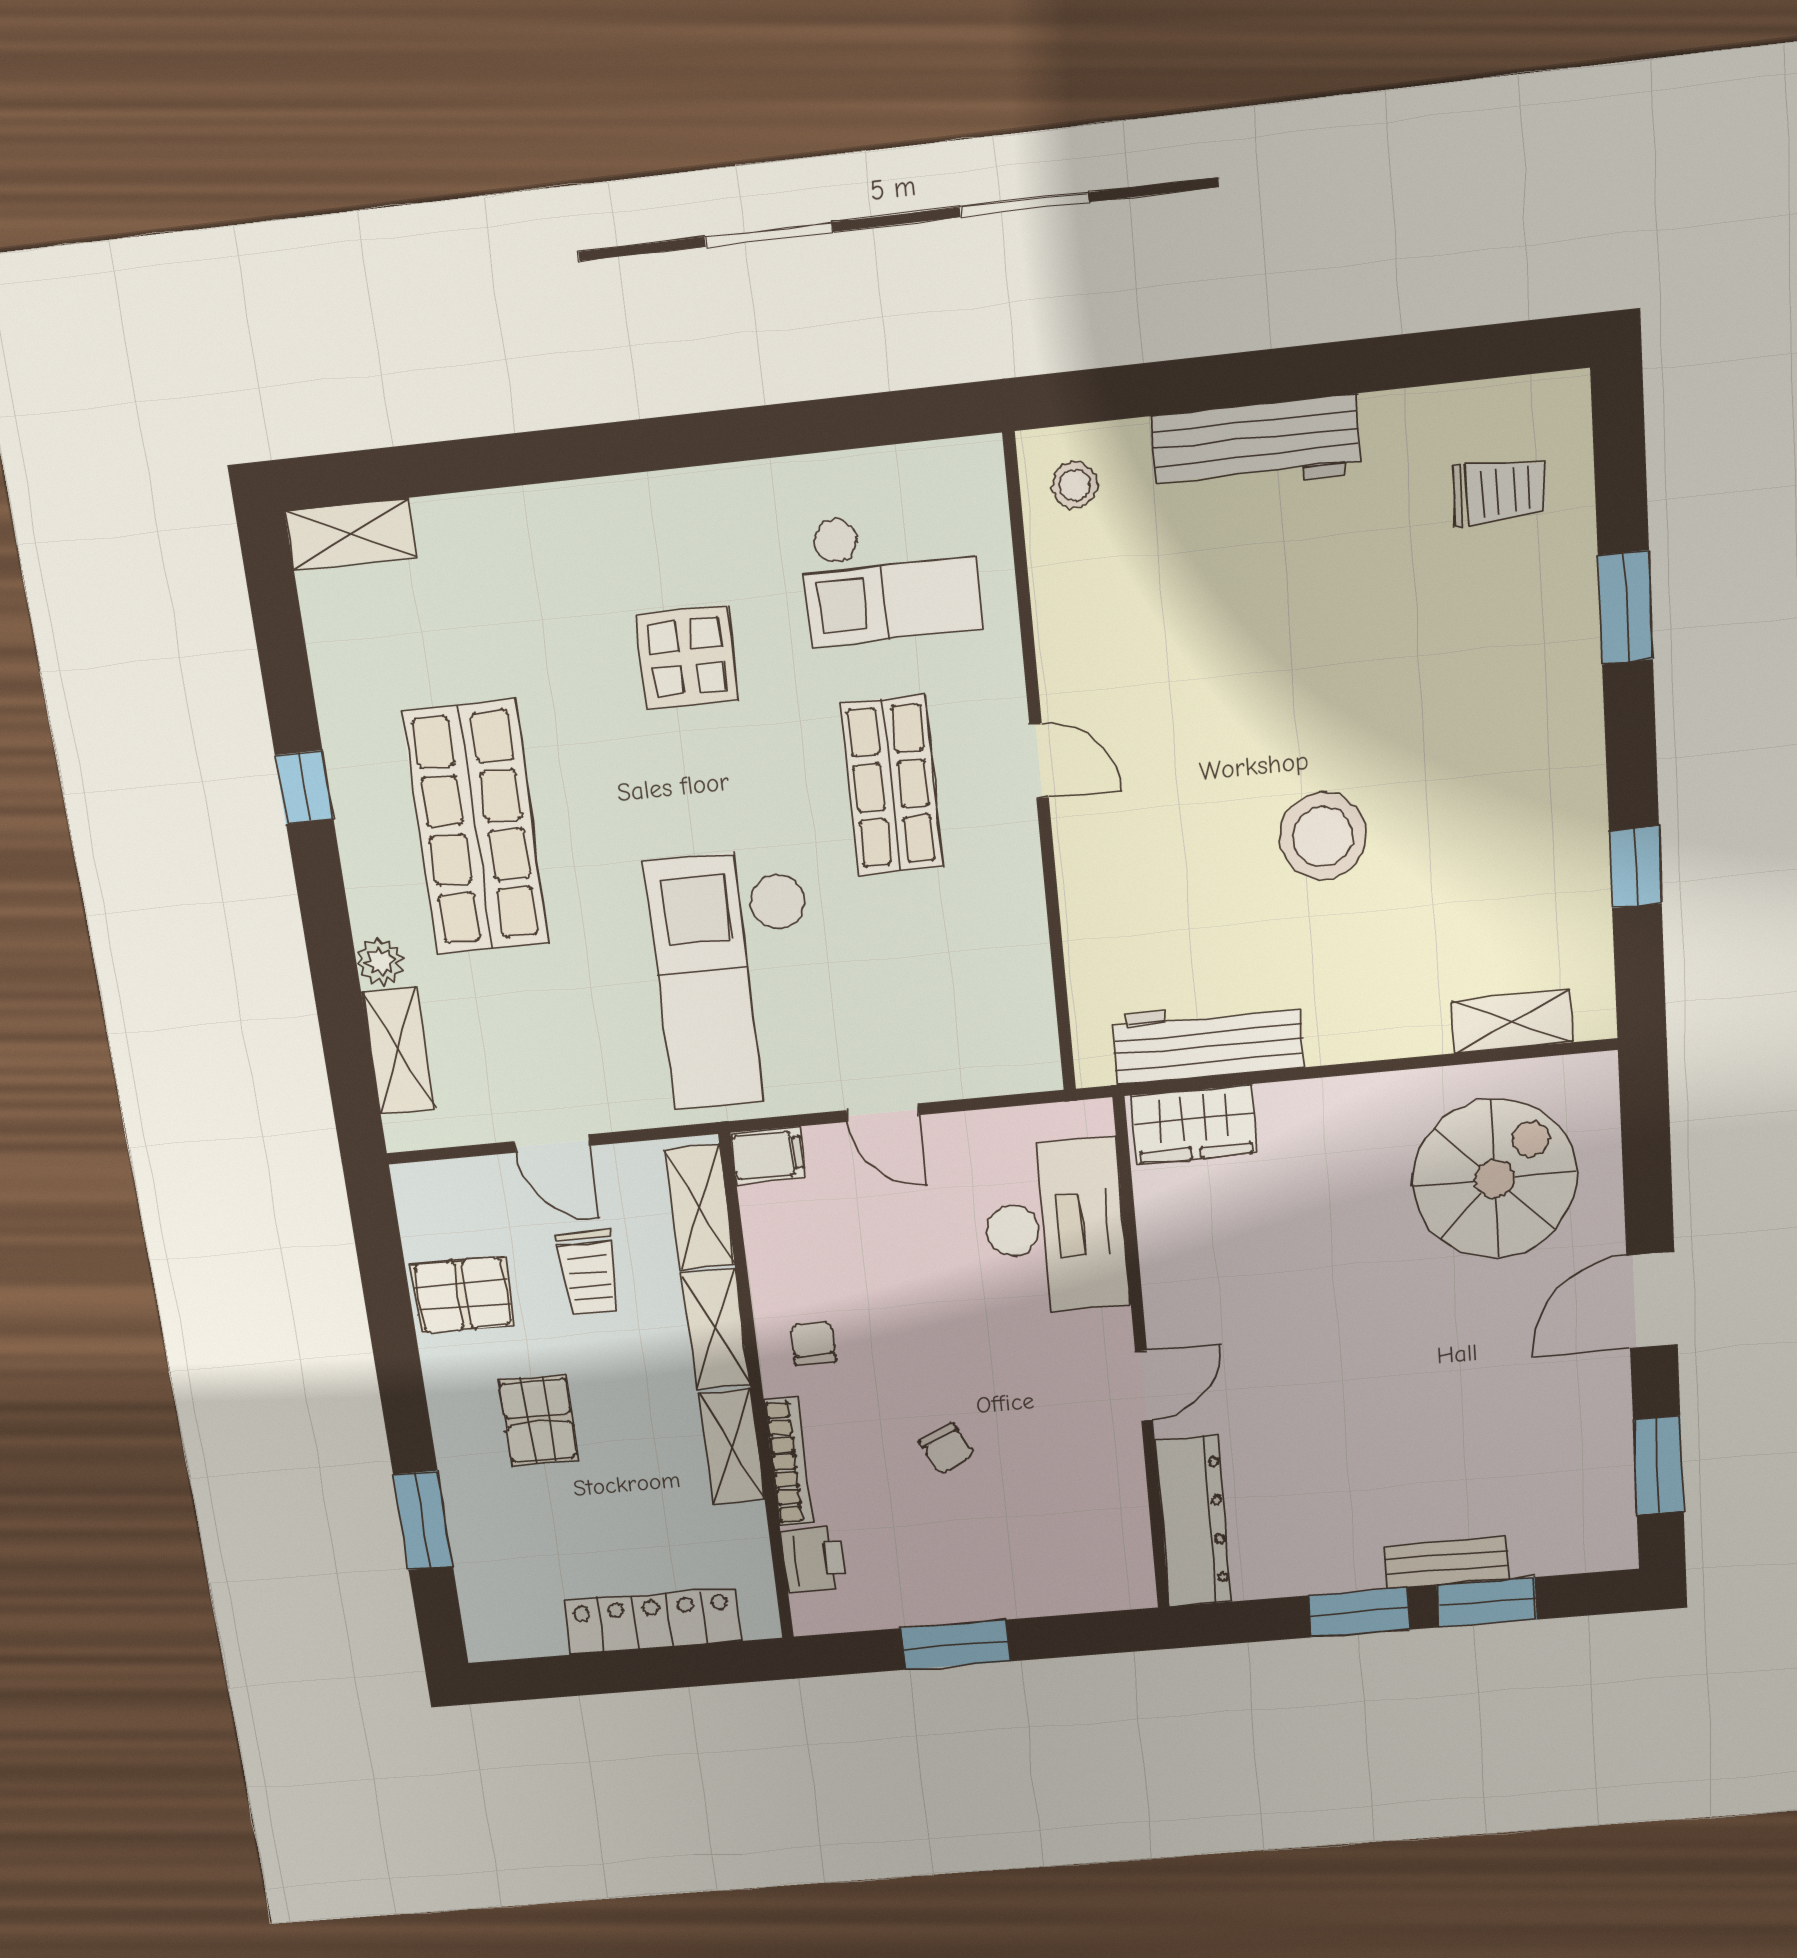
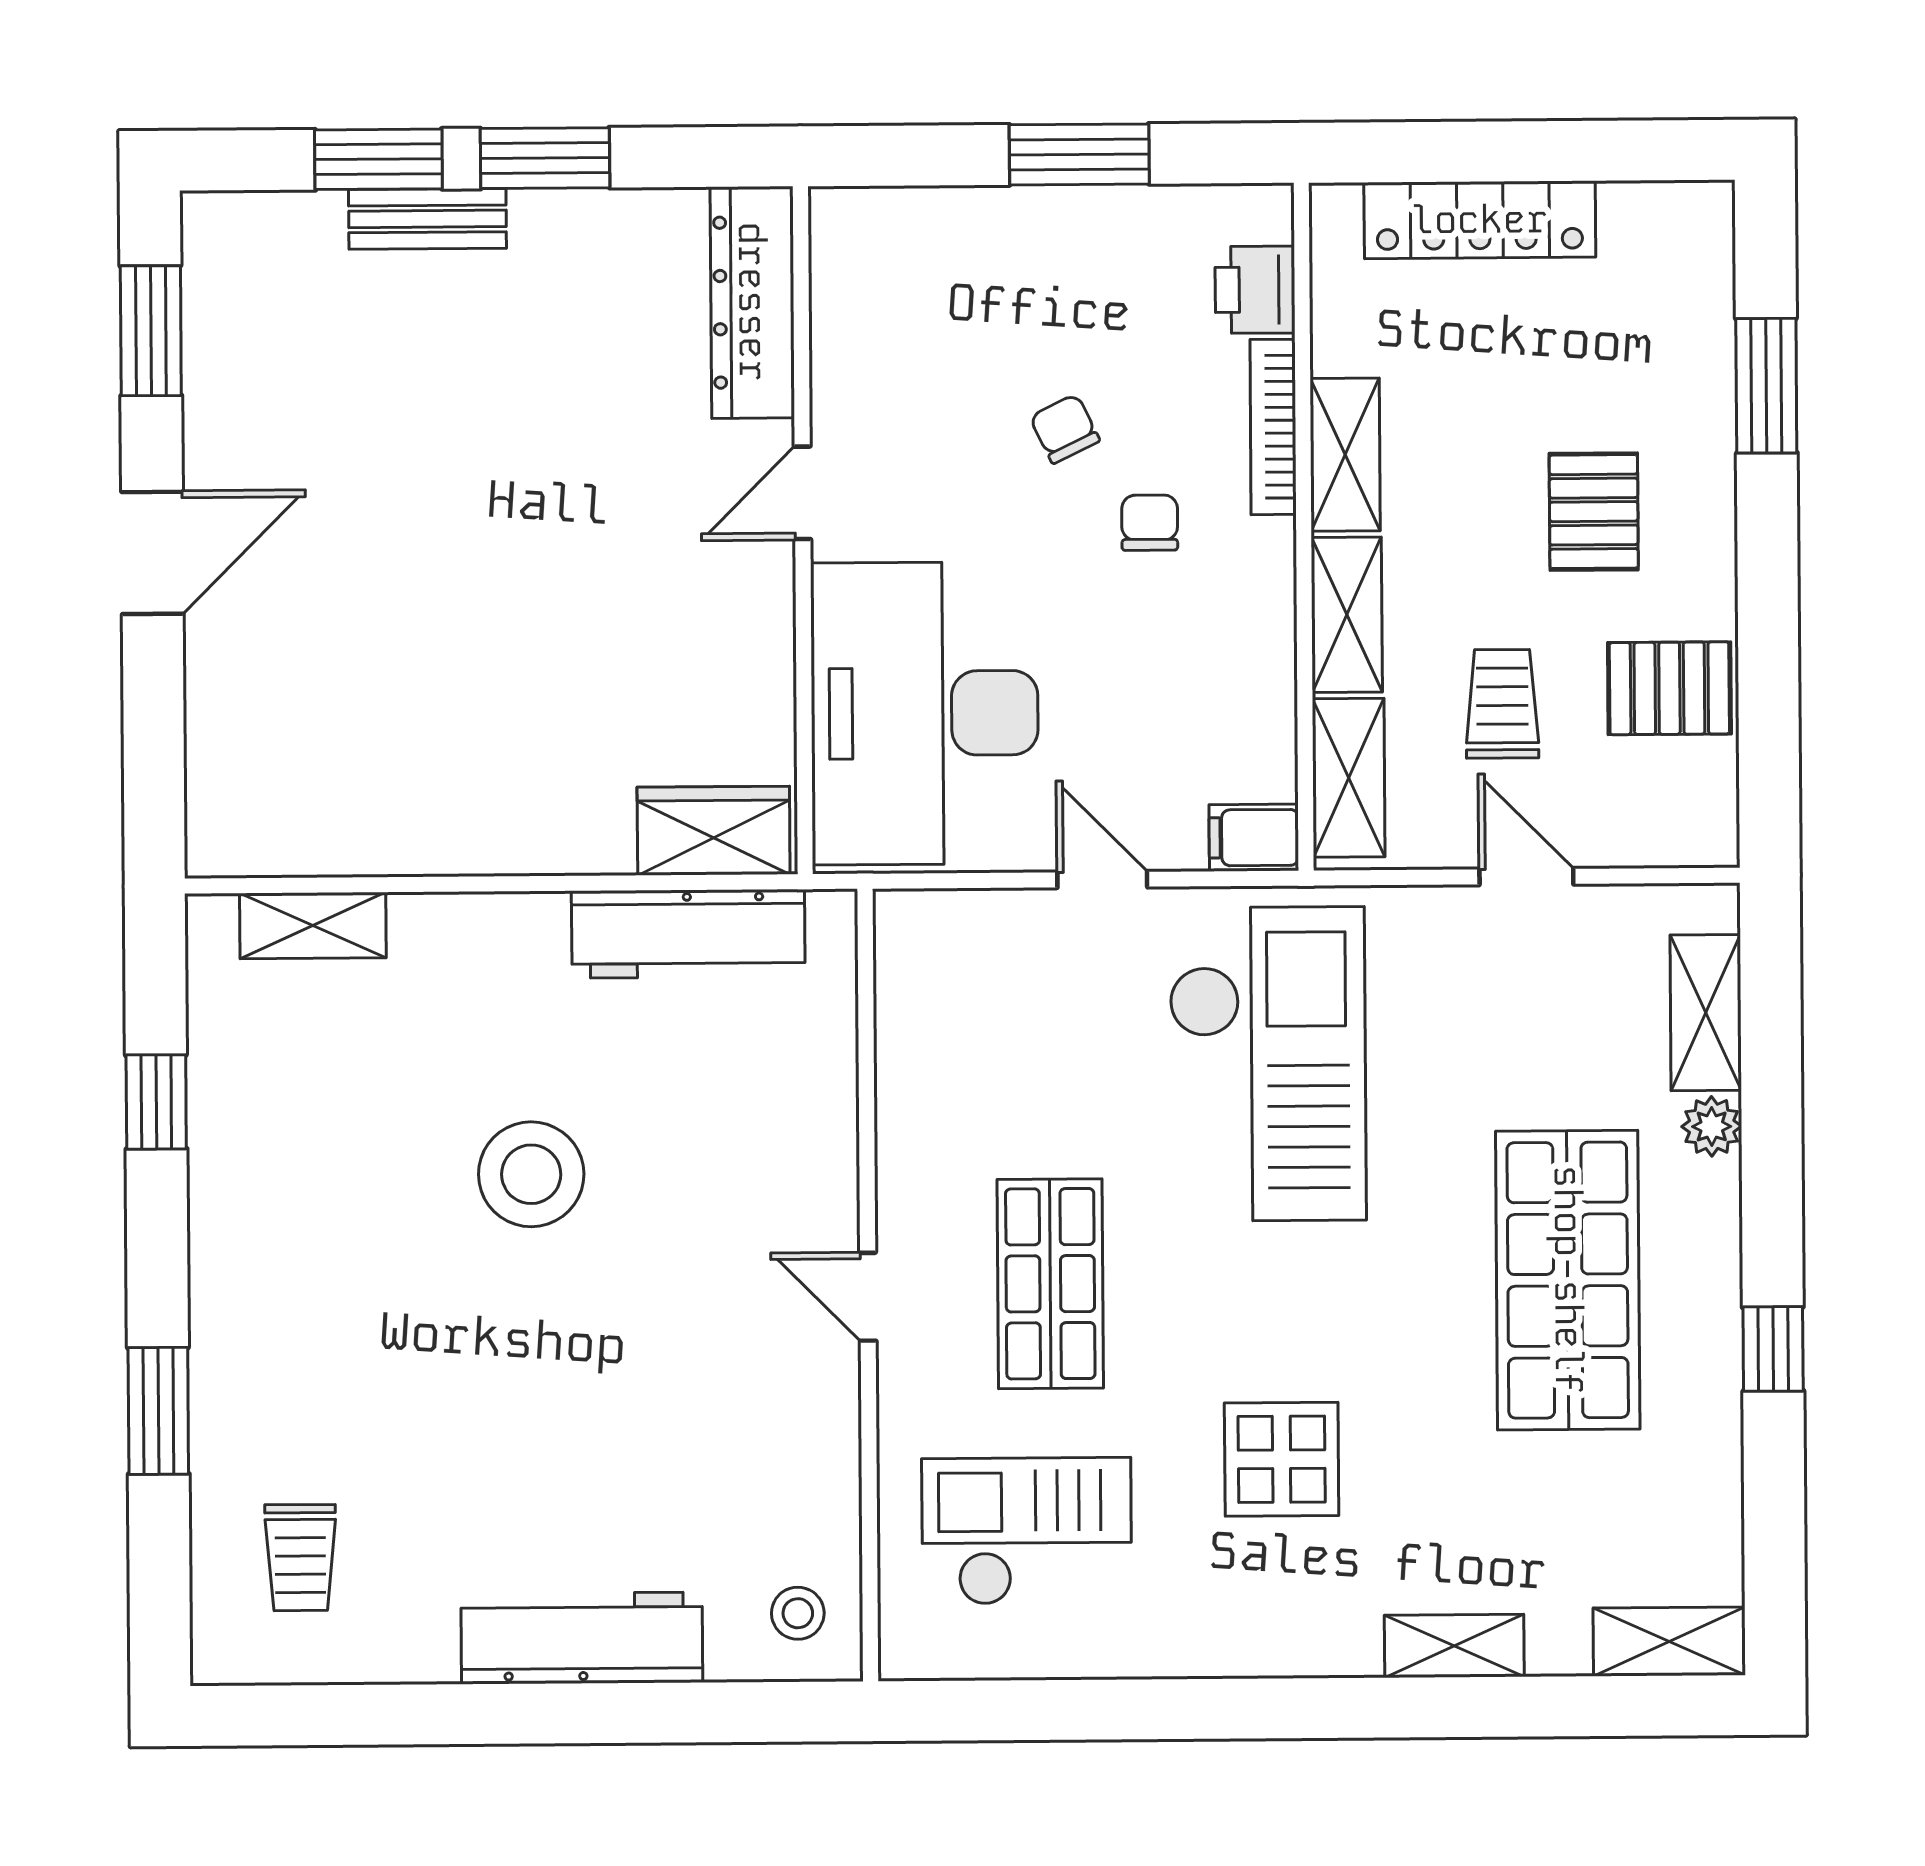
trolley: (1500, 492) -> (300, 1558), turned -90
shelving: (526, 512) -> (1454, 1646), added
spiral stairs: (1495, 1179) -> (343, 728), removed
desk: (1055, 1227) -> (925, 713), width x1.36, depth x1.30
chair: (813, 1343) -> (1150, 523), moved, turned 180

